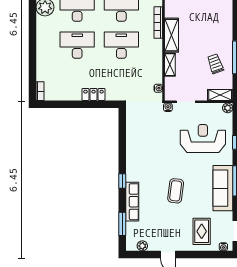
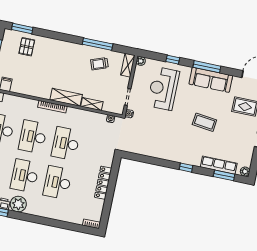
locker: (94, 94) -> (103, 183), width x1.53
row of seats: (132, 202) -> (219, 165), moved
plant: (142, 246) -> (245, 172), moved

